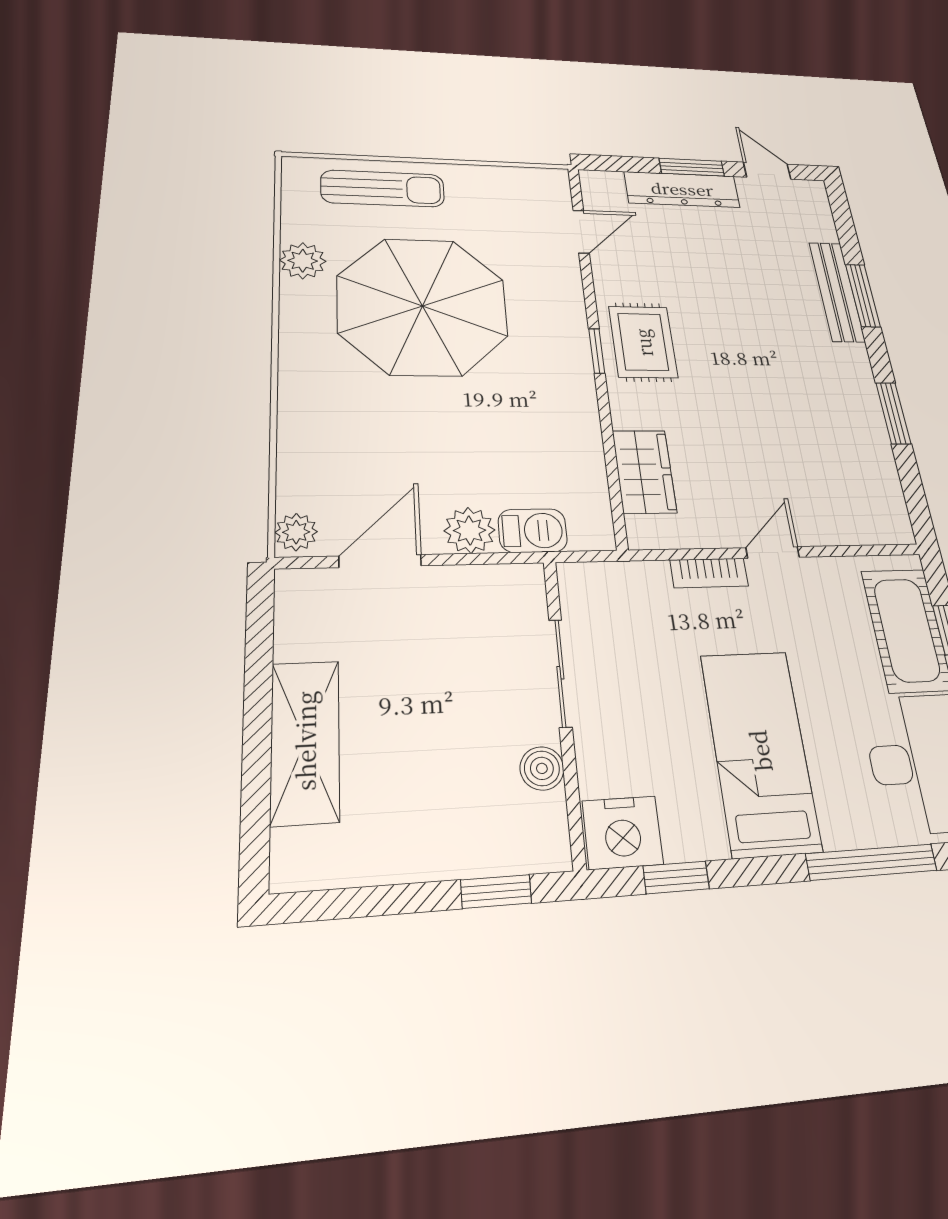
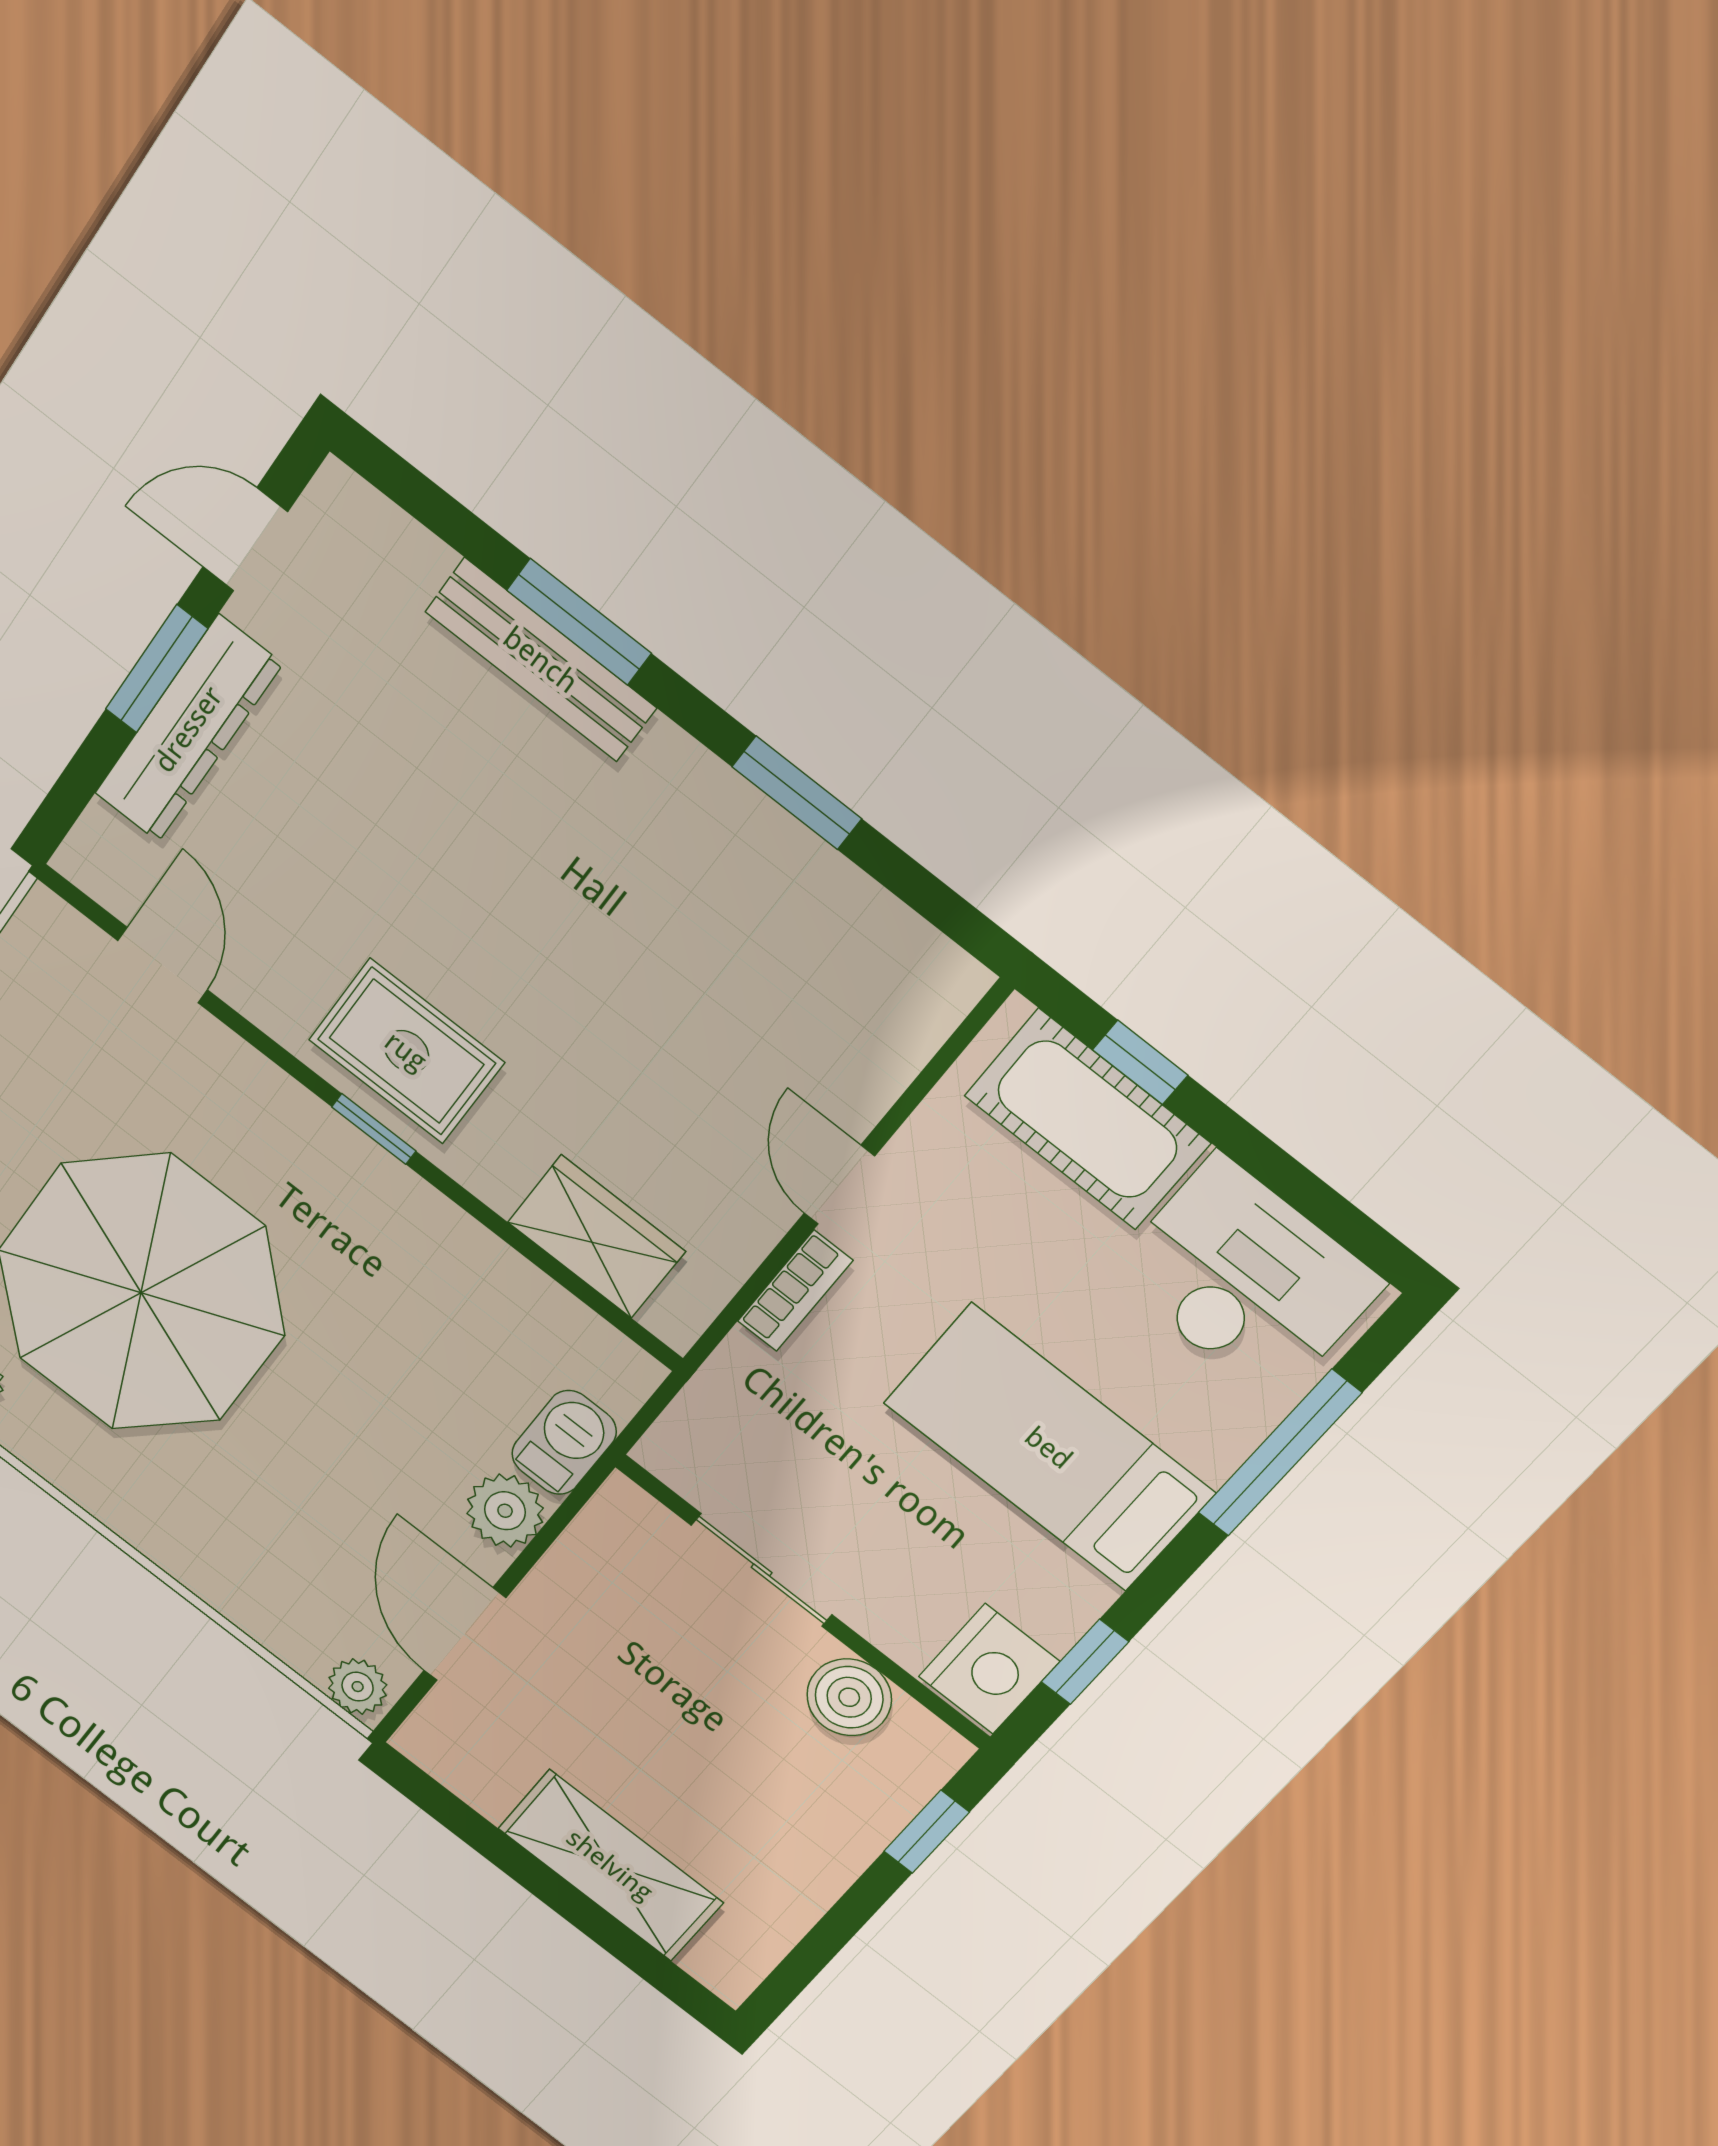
boiler: (542, 768) -> (849, 1697), width x1.36, depth x1.36

